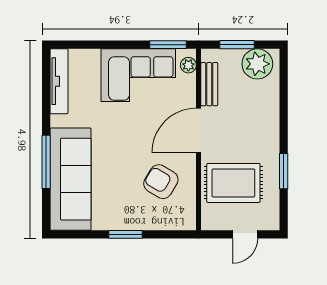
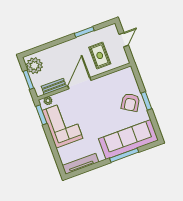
door: (199, 130) -> (79, 83), swing flipped
armchair: (161, 182) -> (130, 102), moved
rug: (233, 183) -> (100, 55), width x0.73, depth x0.70
door: (245, 234) -> (124, 40), hinge flipped

